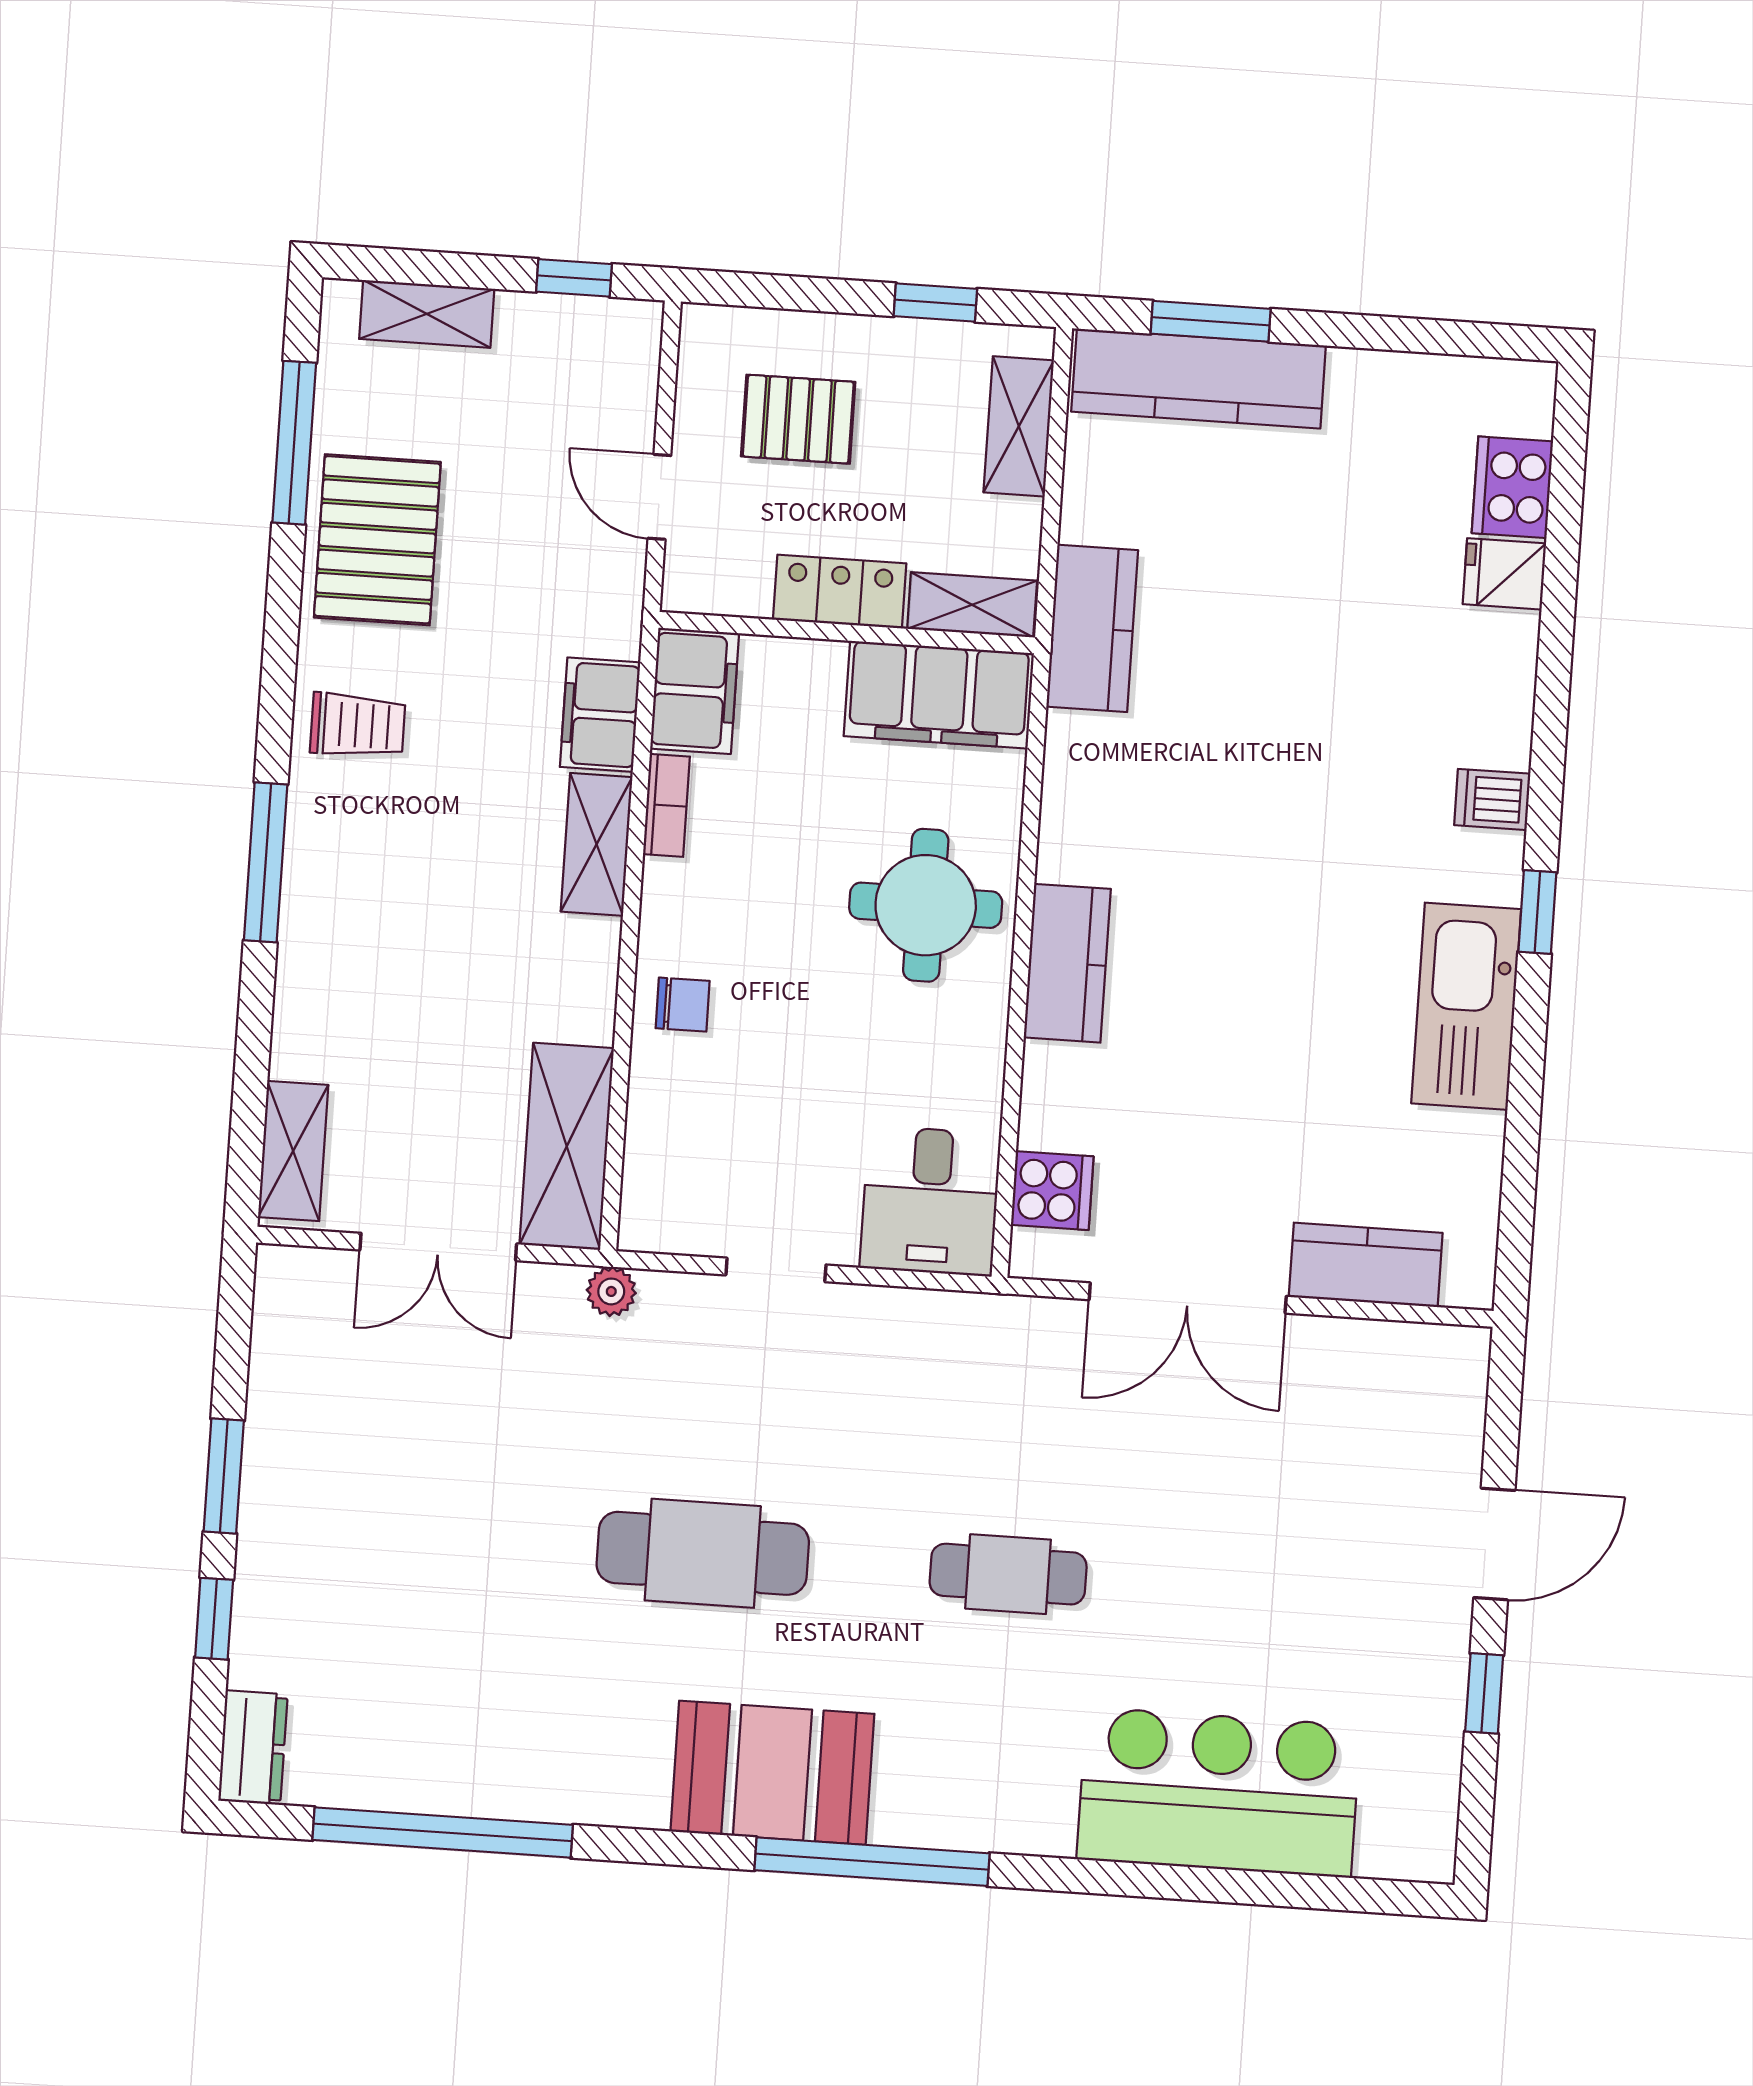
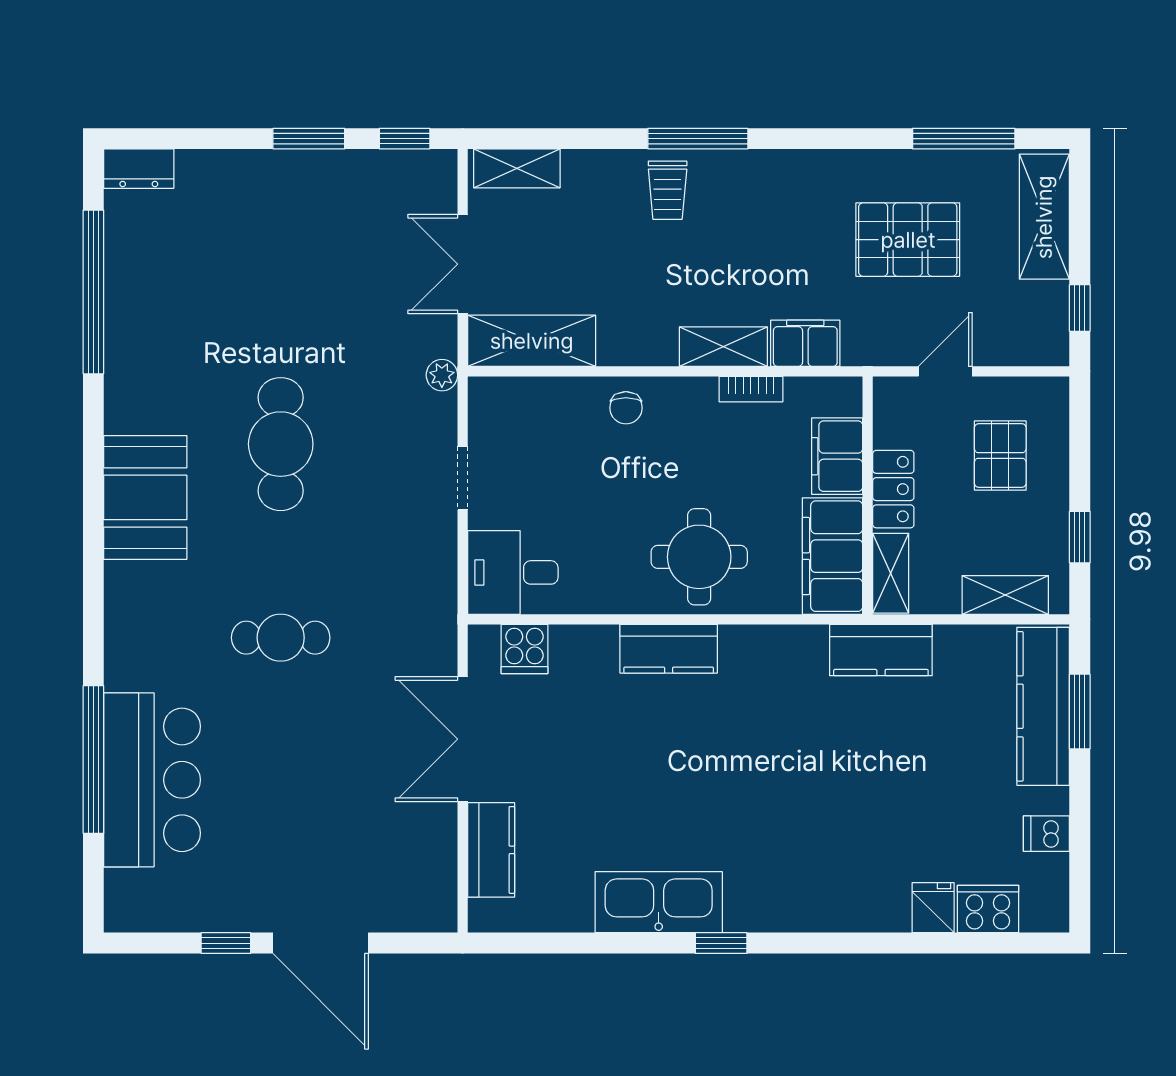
shelving: (427, 314) -> (1044, 217), width x1.50, depth x1.33
pallet: (377, 540) -> (908, 240), moved
filing cabinet: (695, 691) -> (837, 456), moved, turned 90
trolley: (358, 725) -> (668, 190), moved
dishwasher: (1492, 799) -> (1046, 834), moved, turned -90
door: (1494, 1544) -> (321, 943), width x1.36
cafe table: (1008, 1574) -> (281, 638), turned 90
window: (214, 1619) -> (405, 139), moved
window: (872, 1862) -> (93, 760), moved

